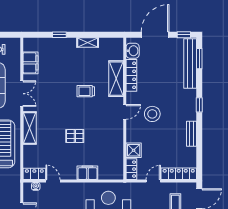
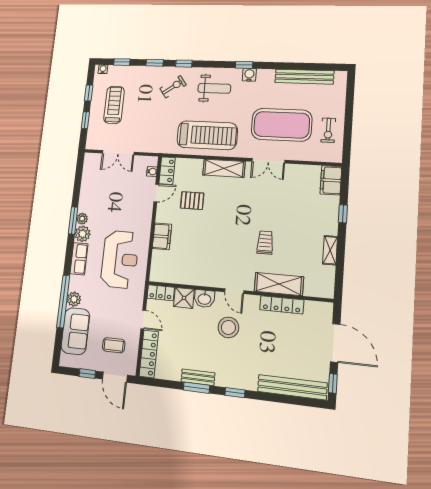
washbasin: (133, 51) -> (204, 299), moved
window: (199, 59) -> (196, 388), moved
filing cabinet: (31, 63) -> (331, 180), moved, turned 90
pallet: (75, 136) -> (192, 201), moved, turned 90

